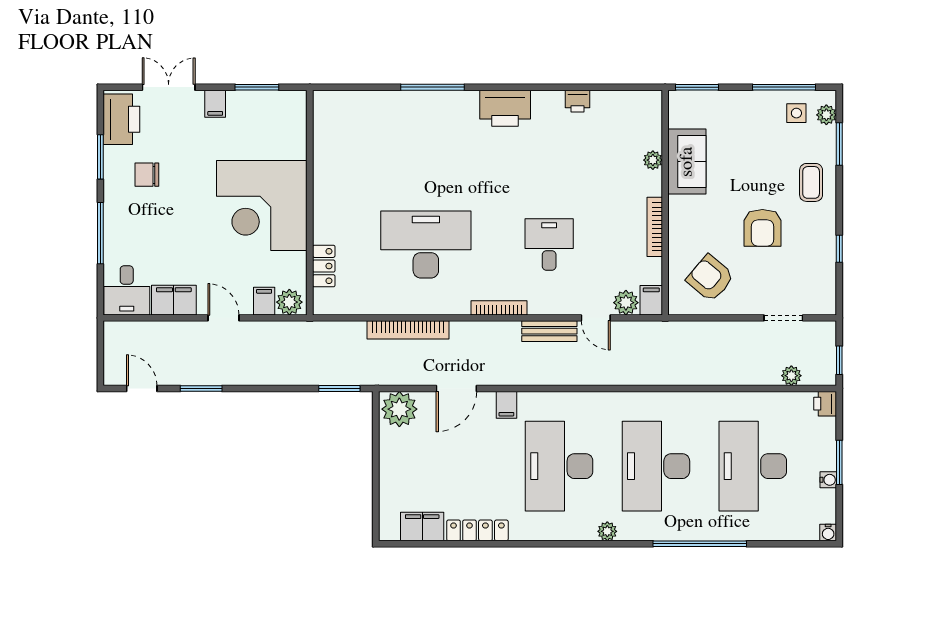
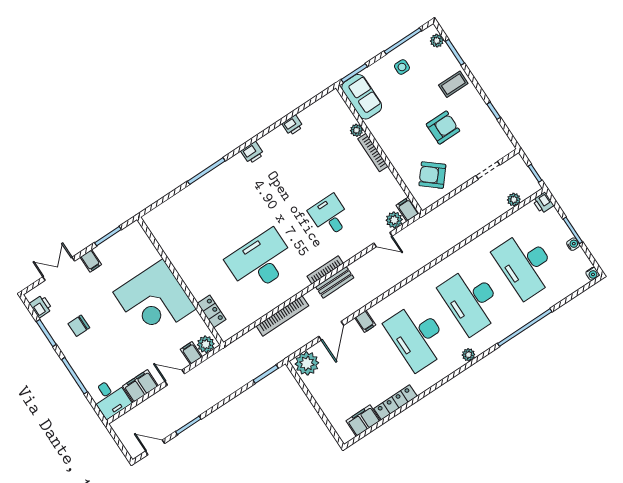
printer: (505, 108) -> (252, 153), width x0.53, depth x0.68
side table: (796, 113) -> (402, 67), moved
printer: (121, 119) -> (41, 306), width x0.53, depth x0.68
sofa: (687, 162) -> (362, 97), moved
coffee table: (811, 182) -> (453, 84), turned 90
bookcase: (655, 227) -> (373, 153), moved
armchair: (762, 228) -> (443, 128), turned -90
bench: (549, 331) -> (335, 282), moved

